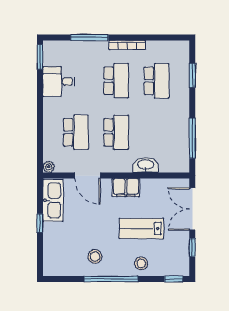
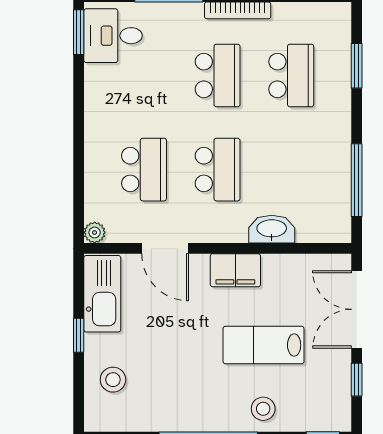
desk: (59, 82) -> (113, 36), moved
stool: (95, 256) -> (113, 380), moved

